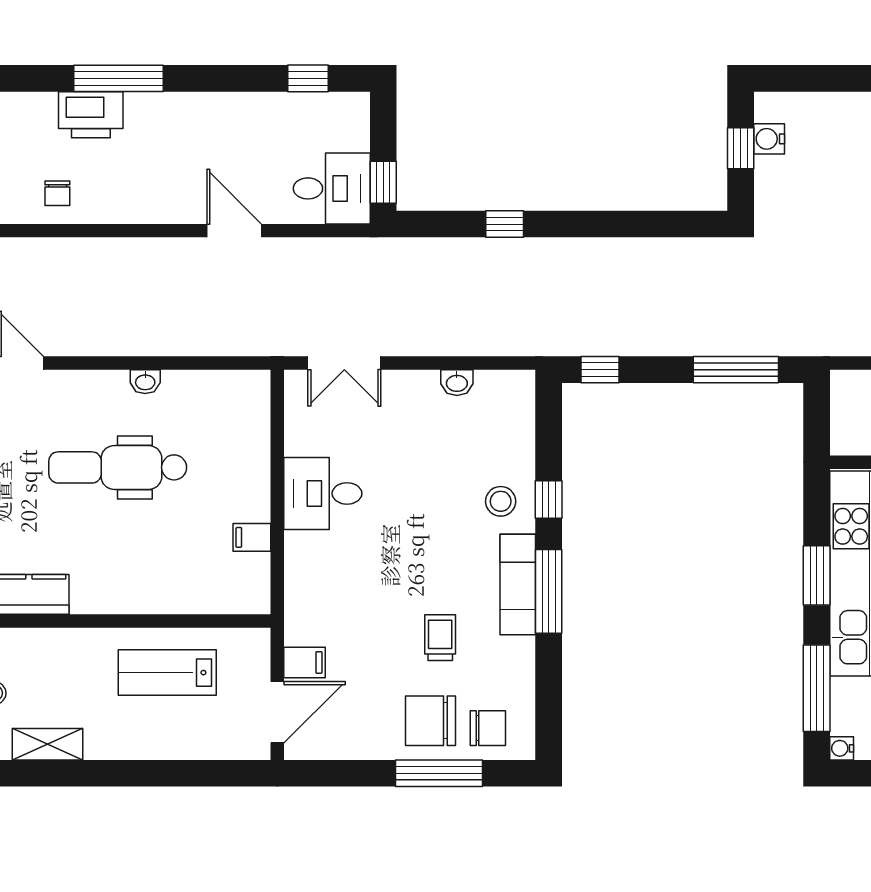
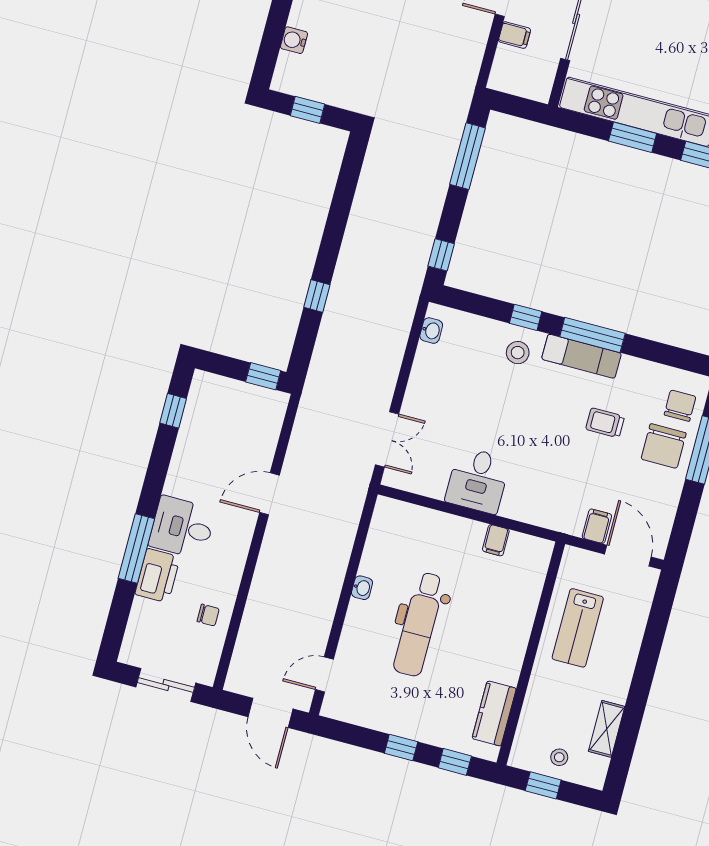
water cooler: (769, 139) -> (294, 40), moved, turned 90
desk: (332, 188) -> (182, 527), moved, turned -90
washbasin: (457, 383) -> (431, 331), moved

